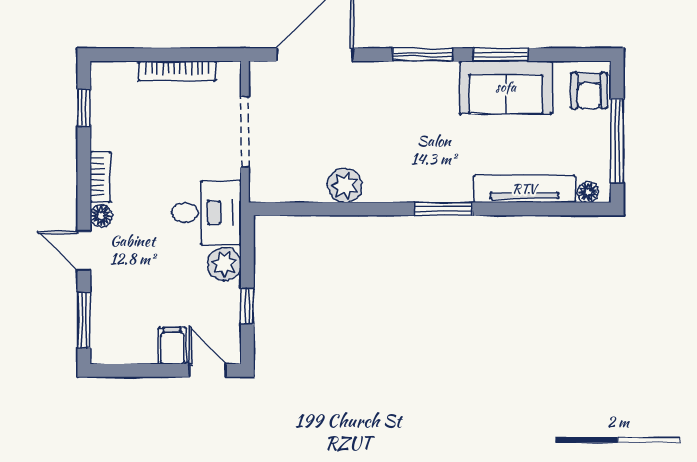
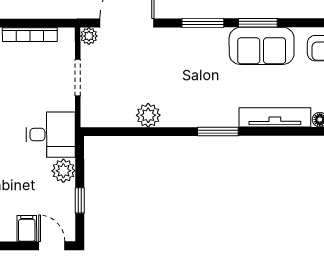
plant: (261, 73) -> (89, 36), added
doorway: (245, 132) -> (78, 77), width x0.73

